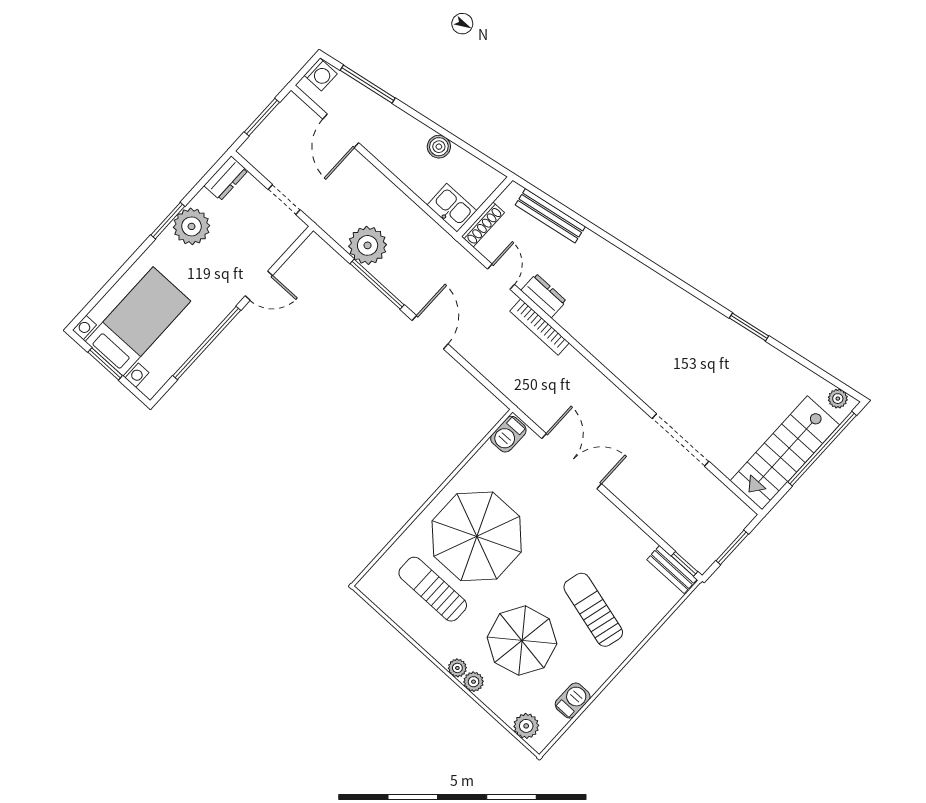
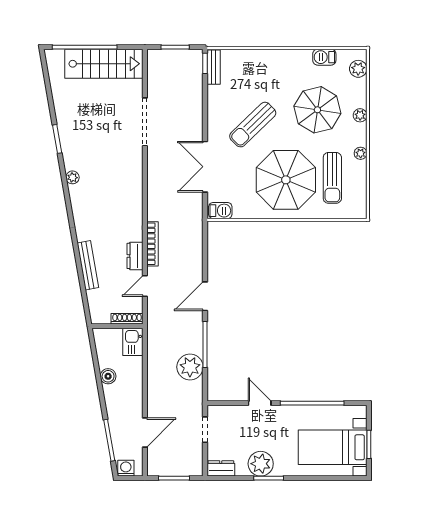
bench: (550, 216) -> (88, 265), moved
plant: (838, 399) -> (72, 177), moved
sun lounger: (593, 610) -> (253, 125), moved, turned 31
plant: (457, 668) -> (361, 153), moved

